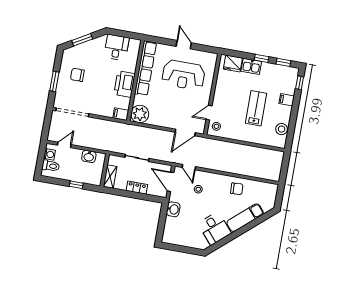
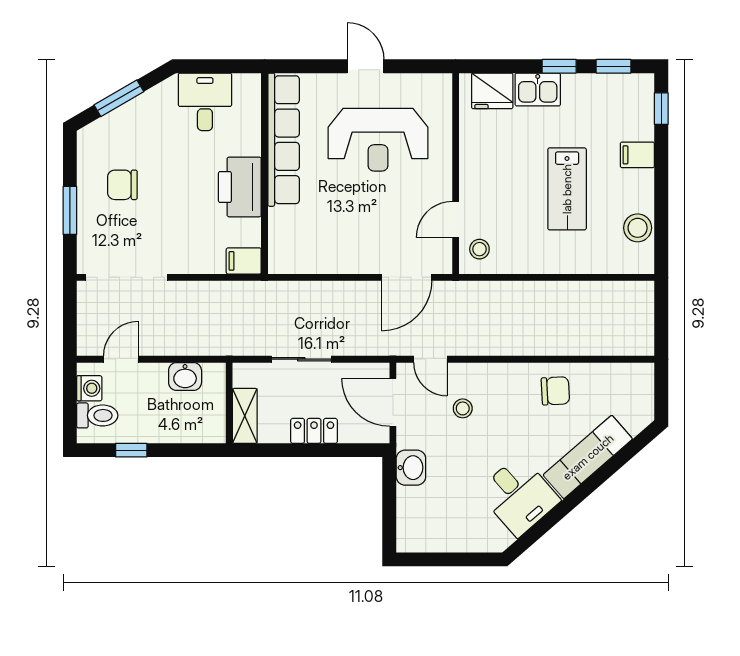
lab bench: (256, 108) -> (567, 189), turned 180
plant: (140, 114) -> (289, 252), removed
window: (76, 185) -> (131, 450), moved

